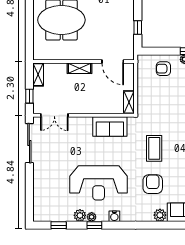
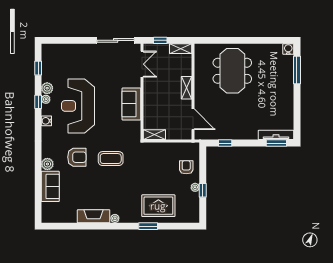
door: (113, 61) -> (193, 119), swing flipped
double door: (54, 115) -> (142, 64), swing flipped
sofa: (110, 126) -> (131, 104), moved

